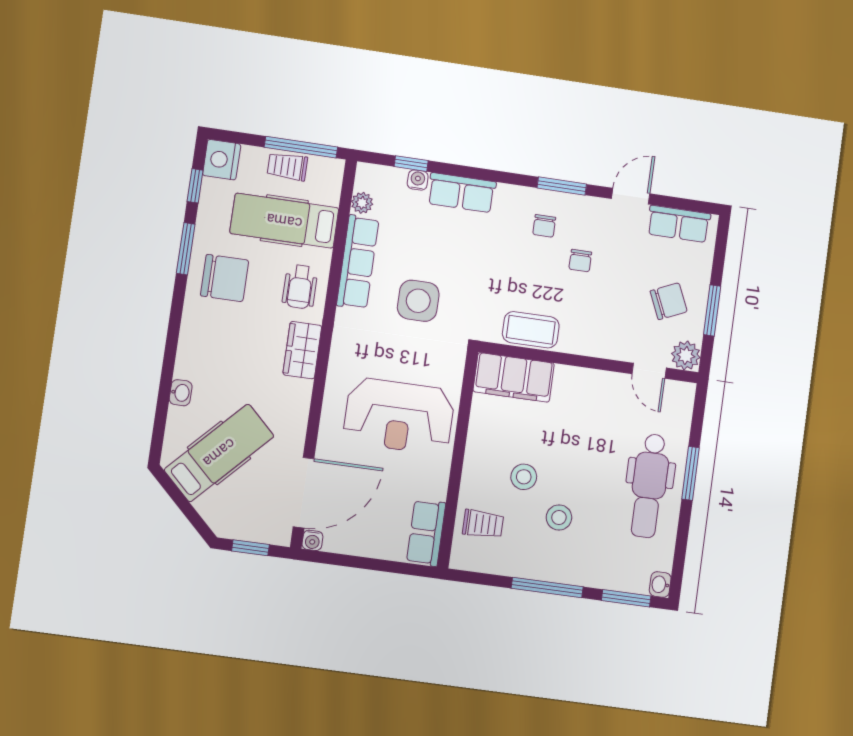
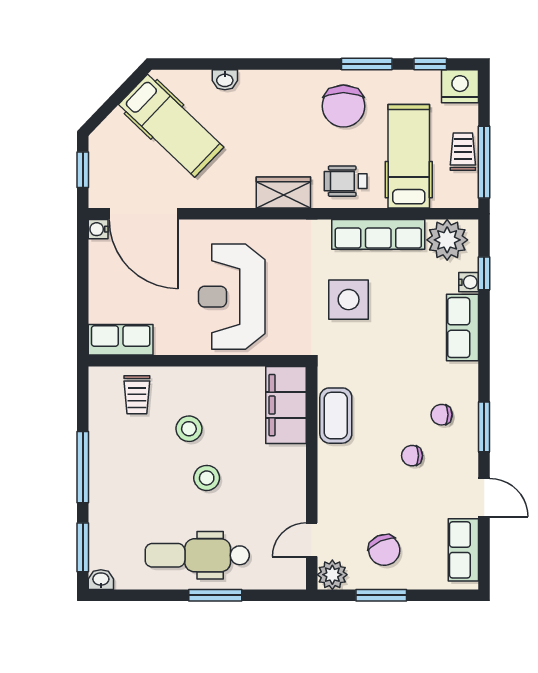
plant: (362, 203) -> (447, 240), width x1.88, depth x1.88
stool: (559, 517) -> (207, 478), moved

